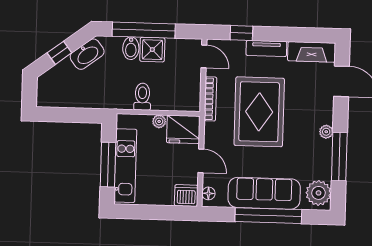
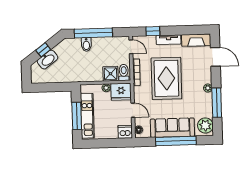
shower: (152, 50) -> (110, 74), moved
washbasin: (87, 54) -> (48, 60), moved
toilet: (142, 97) -> (124, 72), moved

